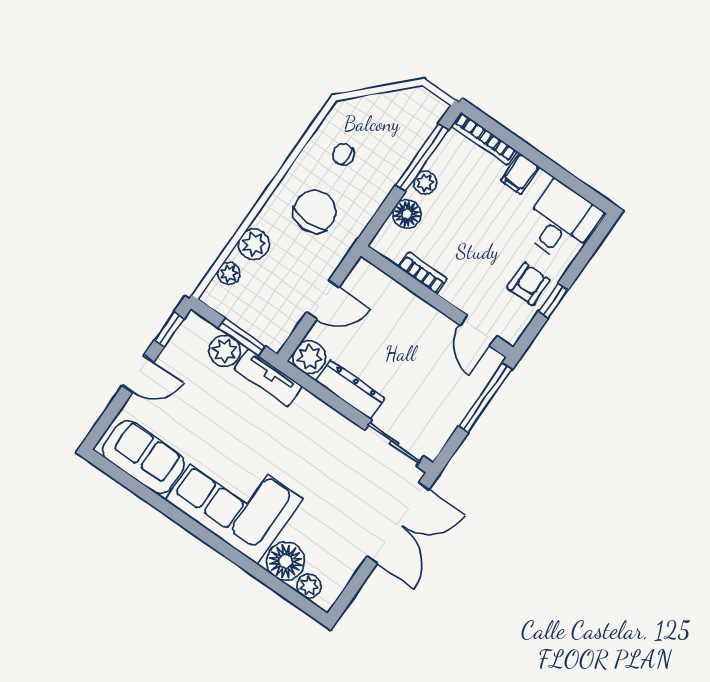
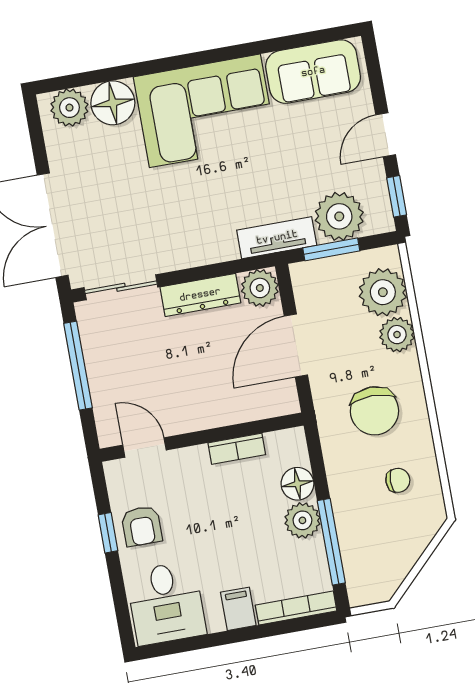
plant: (425, 183) -> (302, 520), width x1.38, depth x1.38
plant: (229, 273) -> (383, 292), width x1.87, depth x1.87
door: (323, 300) -> (296, 346), width x1.38
plant: (225, 351) -> (339, 216), width x1.36, depth x1.36
window: (485, 398) -> (78, 366), moved
plant: (309, 586) -> (69, 108), width x1.38, depth x1.38

